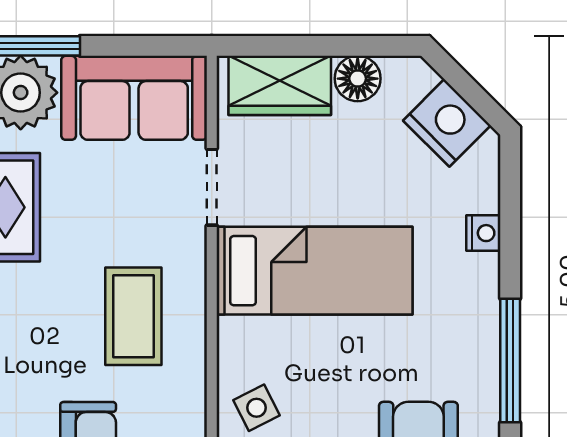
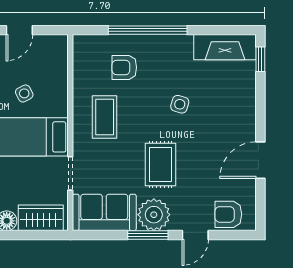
side table: (256, 408) -> (24, 93), moved

